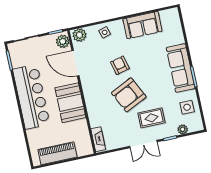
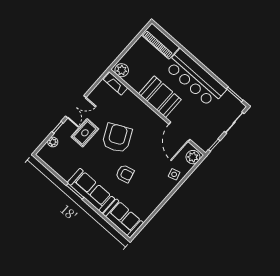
sofa: (142, 25) -> (123, 218), moved, turned 90
plant: (63, 41) -> (122, 70), moved
door: (75, 63) -> (179, 132), swing flipped
armchair: (120, 65) -> (125, 174), moved
side table: (187, 107) -> (62, 163), removed
double door: (143, 144) -> (76, 107), swing flipped
piano: (57, 153) -> (160, 41), moved, turned 90

